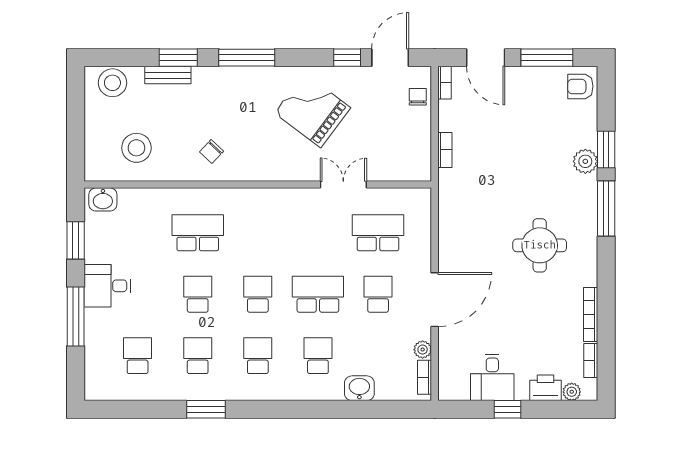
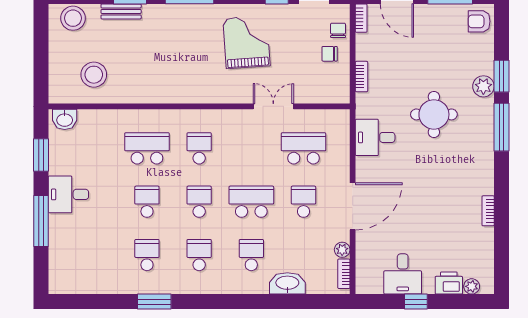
grand piano: (312, 110) -> (247, 42), turned 49
chair: (212, 151) -> (330, 54), moved, turned 47
desk: (460, 220) -> (375, 137), added
round table: (540, 245) -> (434, 114), moved
bookcase: (591, 314) -> (488, 211), width x0.64
school desk: (138, 356) -> (199, 148), moved
bookcase: (591, 360) -> (488, 259), removed
washbasin: (359, 388) -> (287, 283), width x1.38

